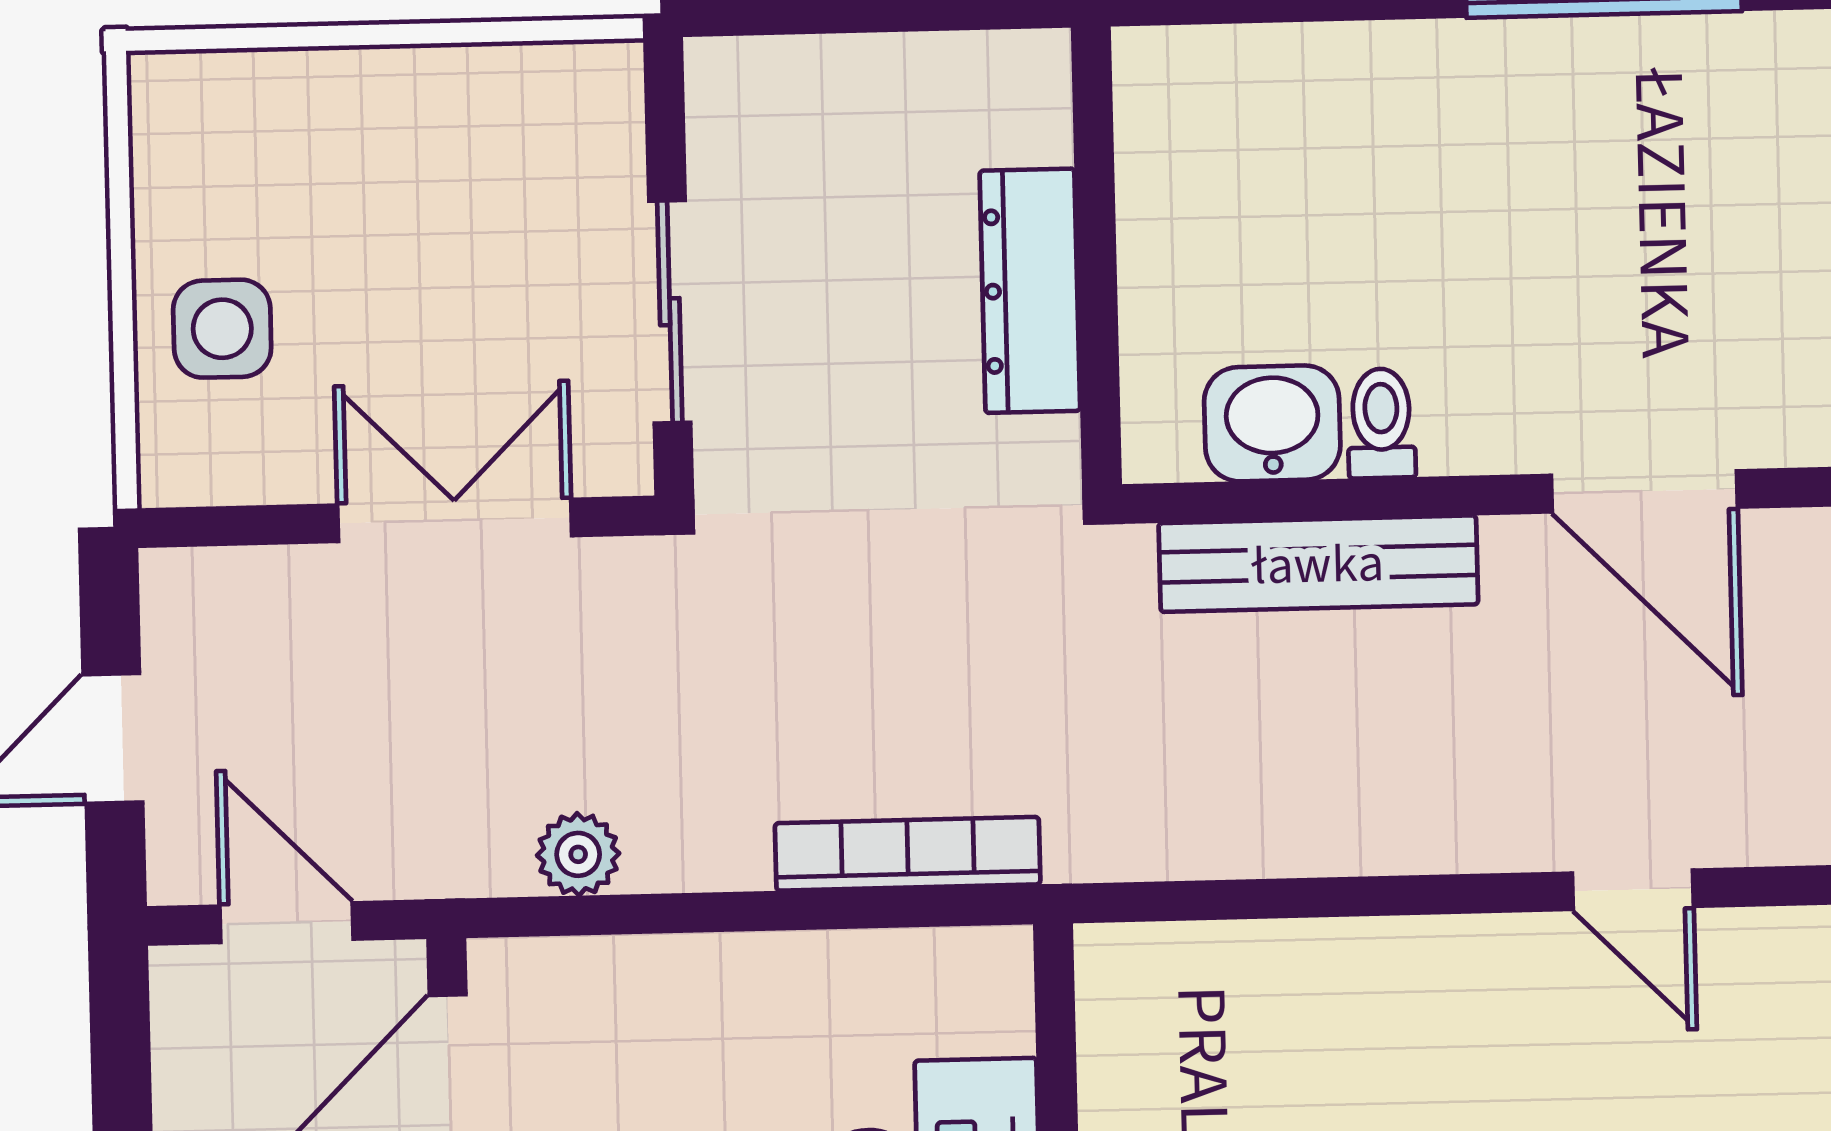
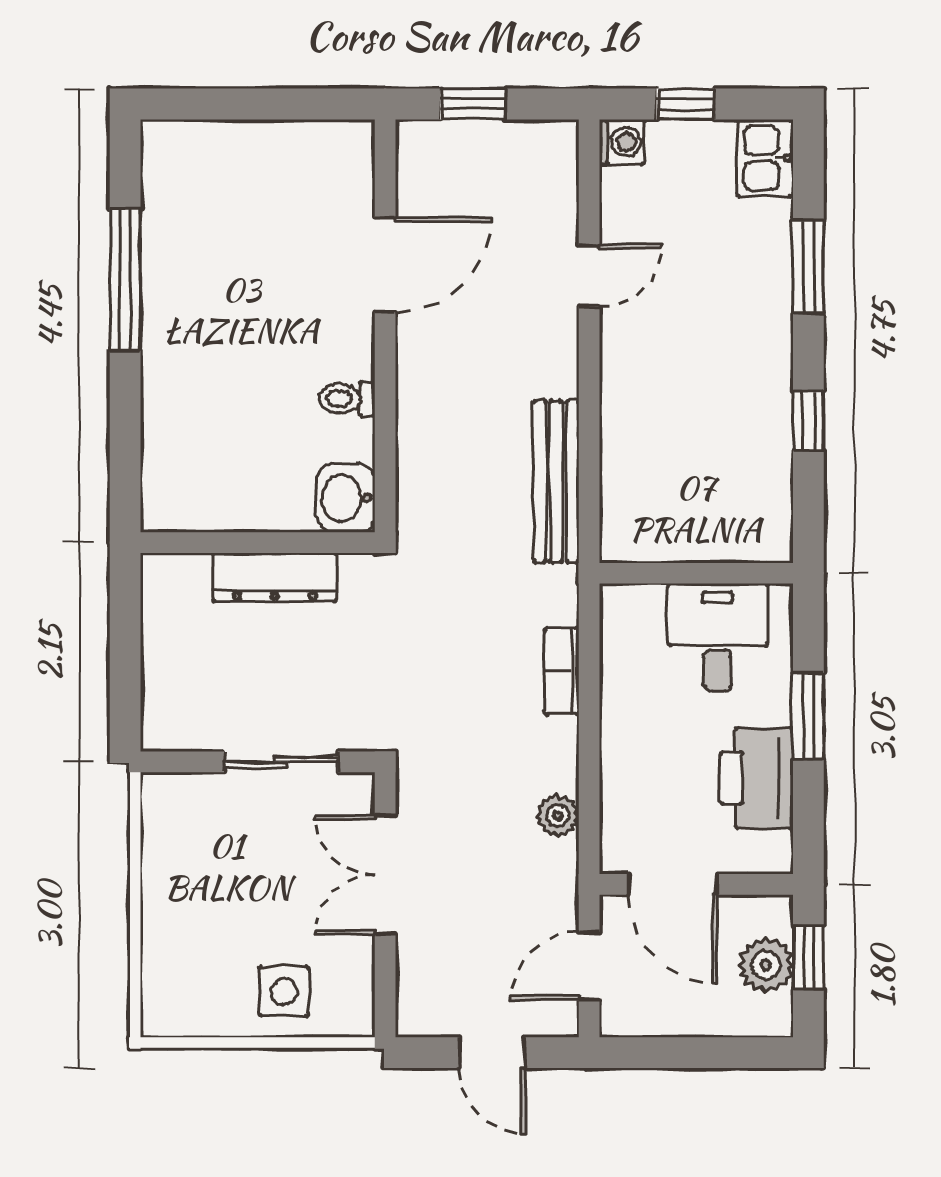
washbasin: (1272, 423) -> (346, 498), moved
bench: (1318, 564) -> (556, 481), moved
bookcase: (908, 854) -> (562, 671), width x0.64

